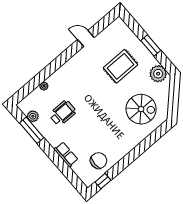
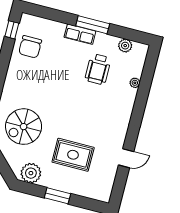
rug: (121, 66) -> (73, 155), turned 90
window: (32, 130) -> (93, 25), moved
row of seats: (66, 154) -> (80, 34), moved

